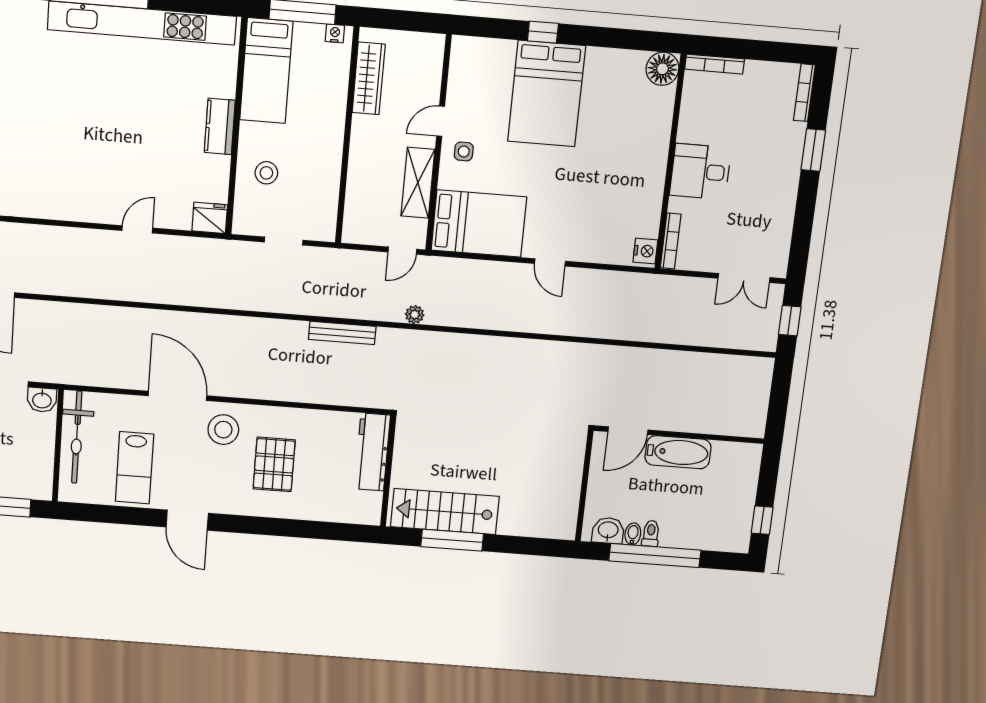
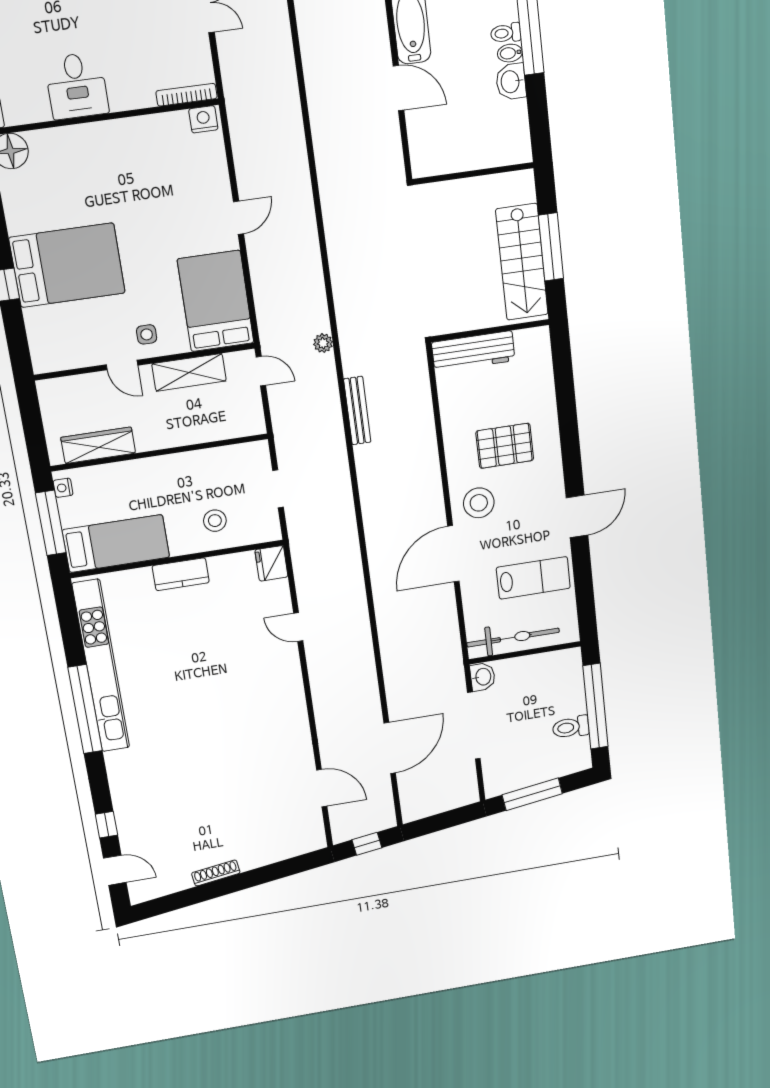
desk: (700, 171) -> (77, 86), moved
wall: (584, 486) -> (473, 174), moved

